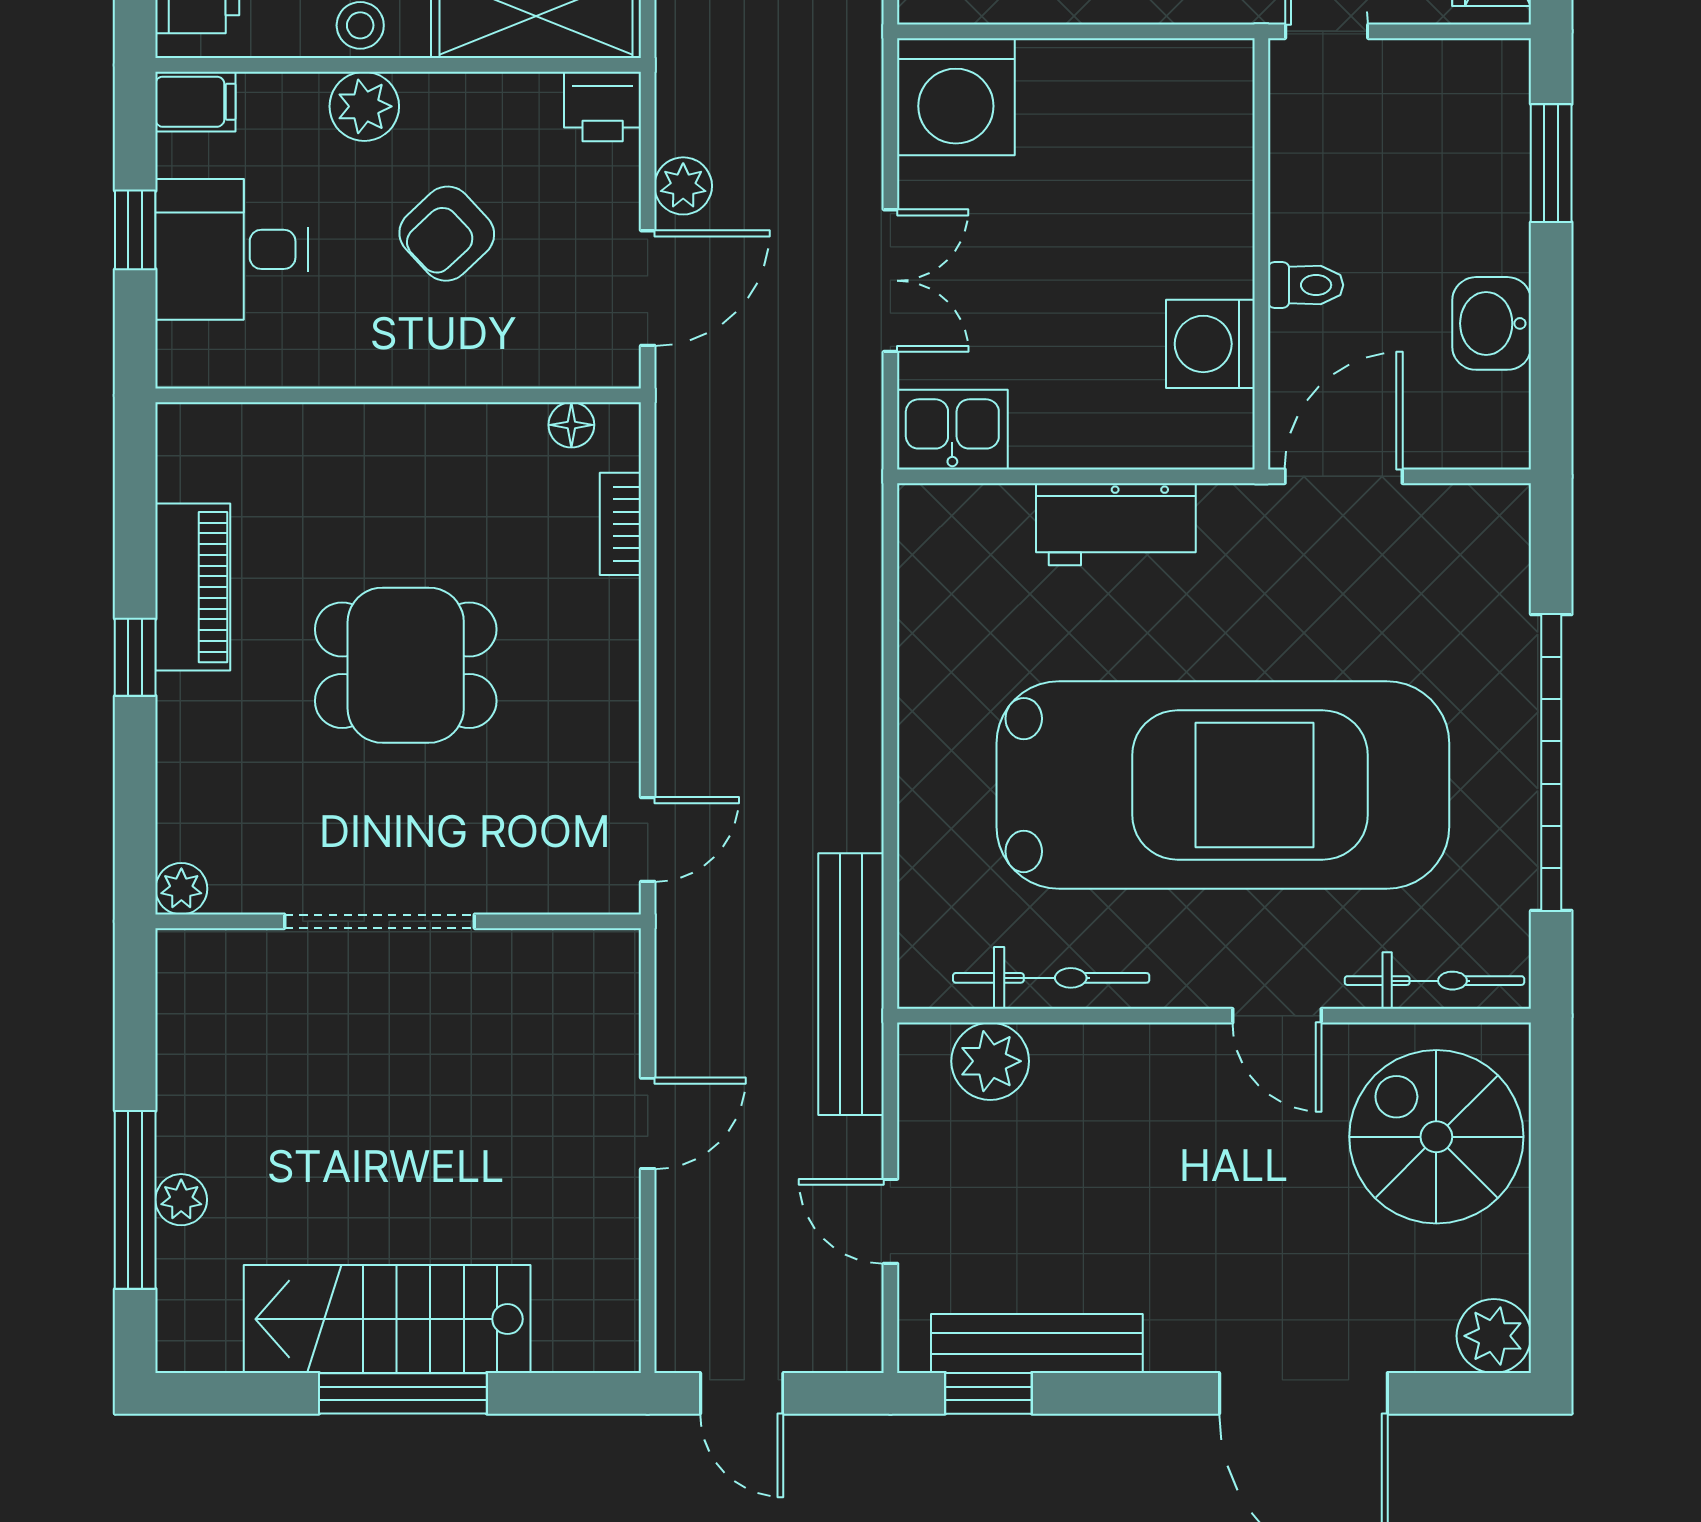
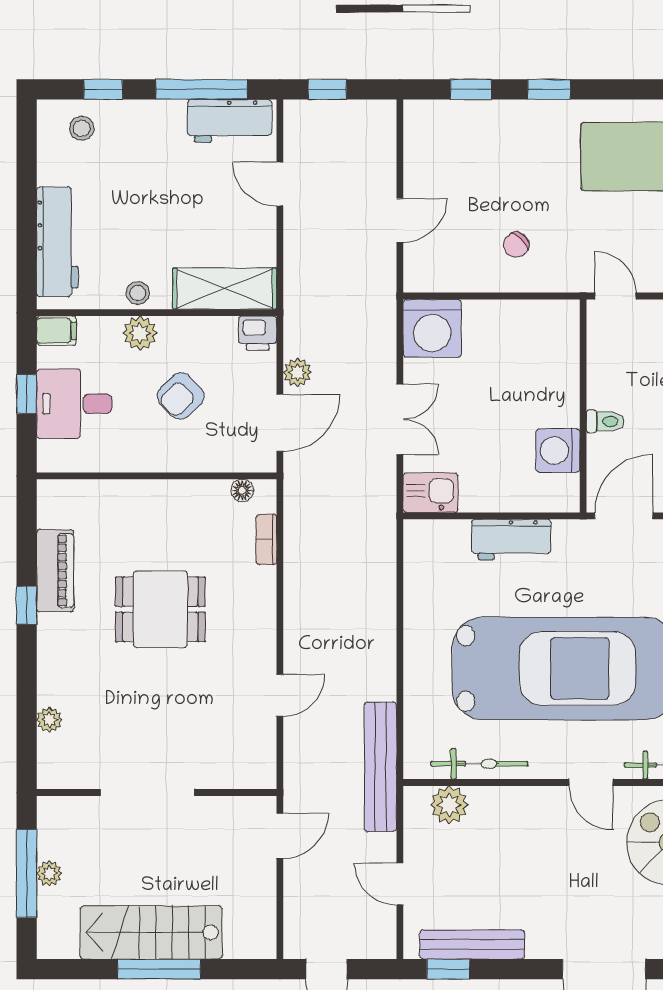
doorway: (379, 921) -> (147, 792), moved
wall: (398, 921) -> (157, 792), moved

